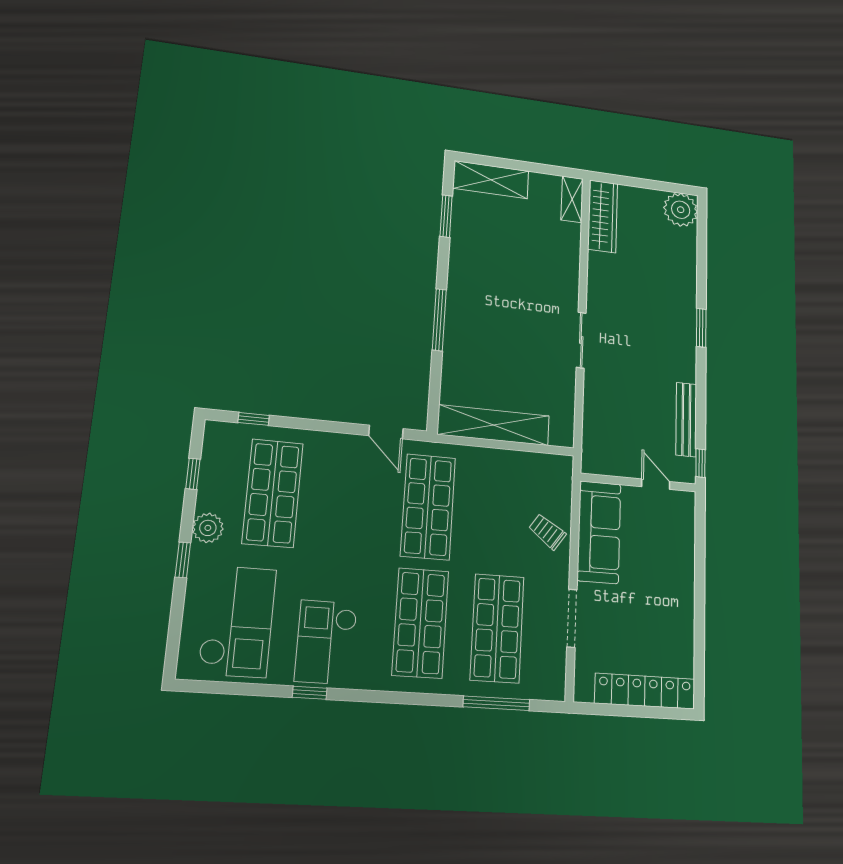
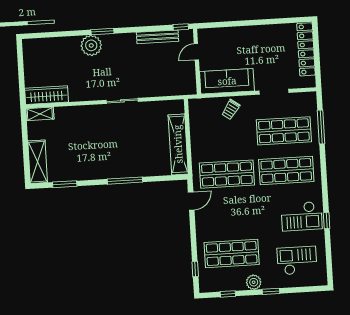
plant: (681, 210) -> (91, 45), moved
checkout: (237, 621) -> (297, 261), width x0.73, depth x0.83

